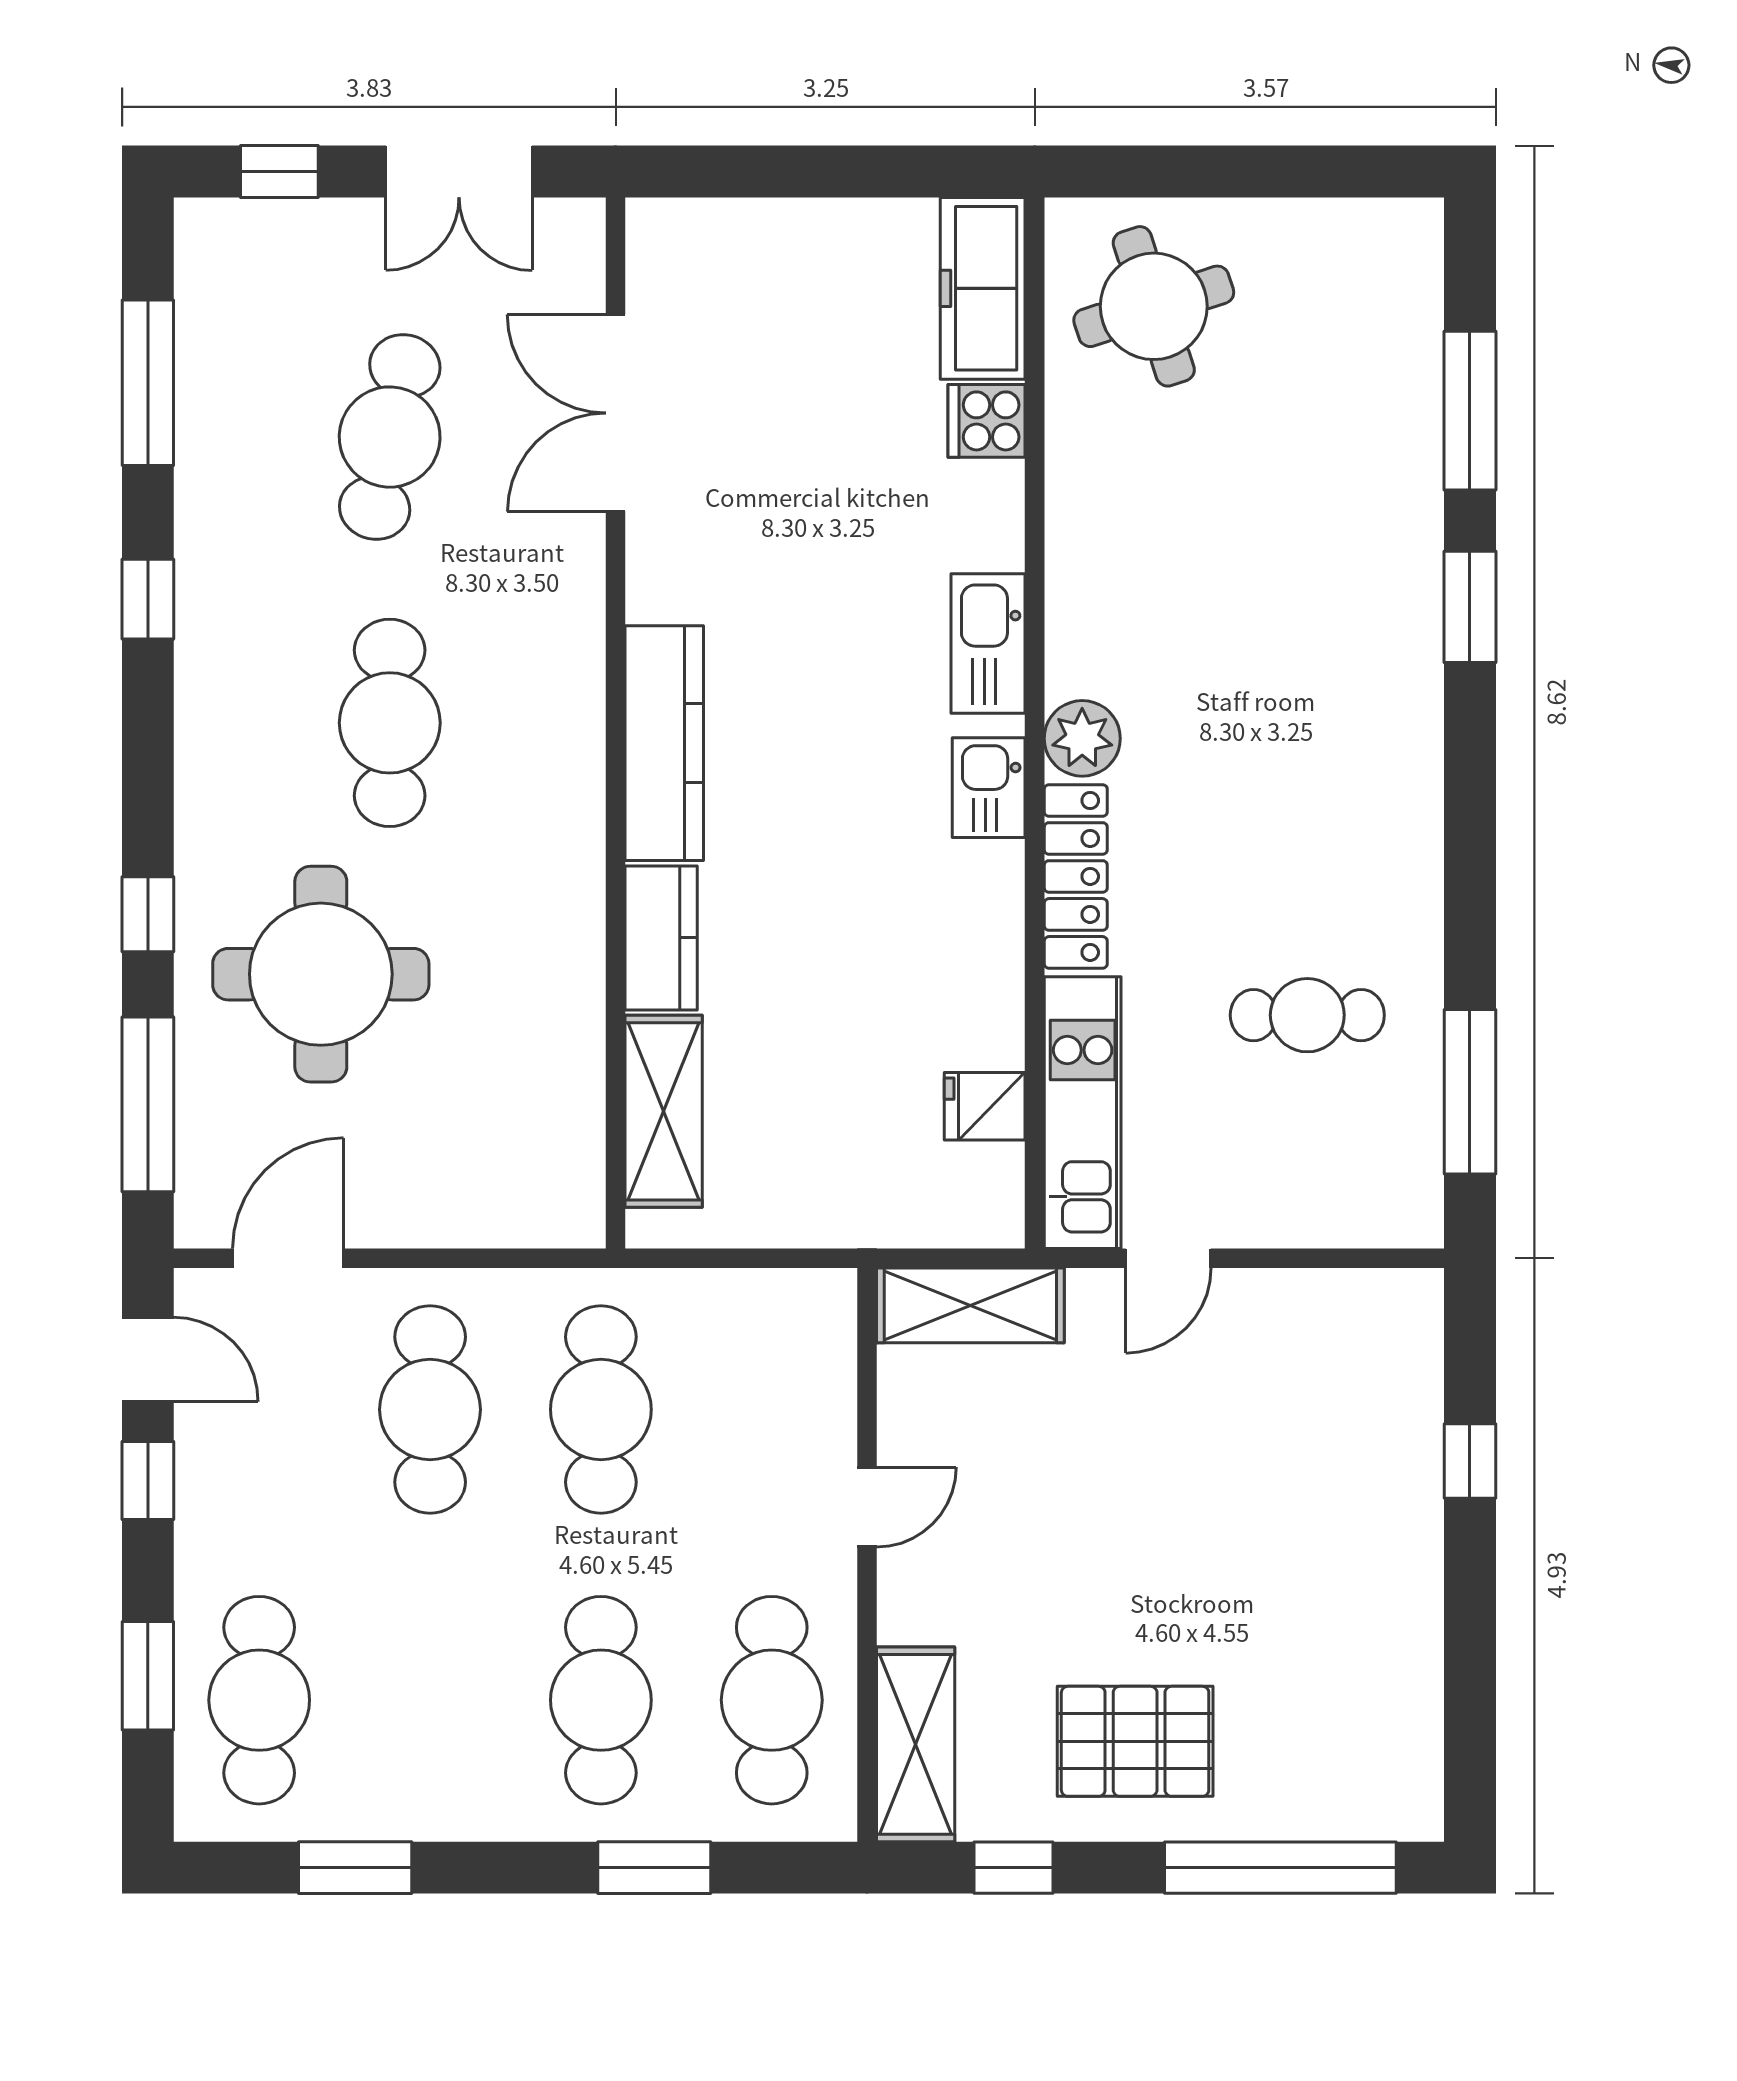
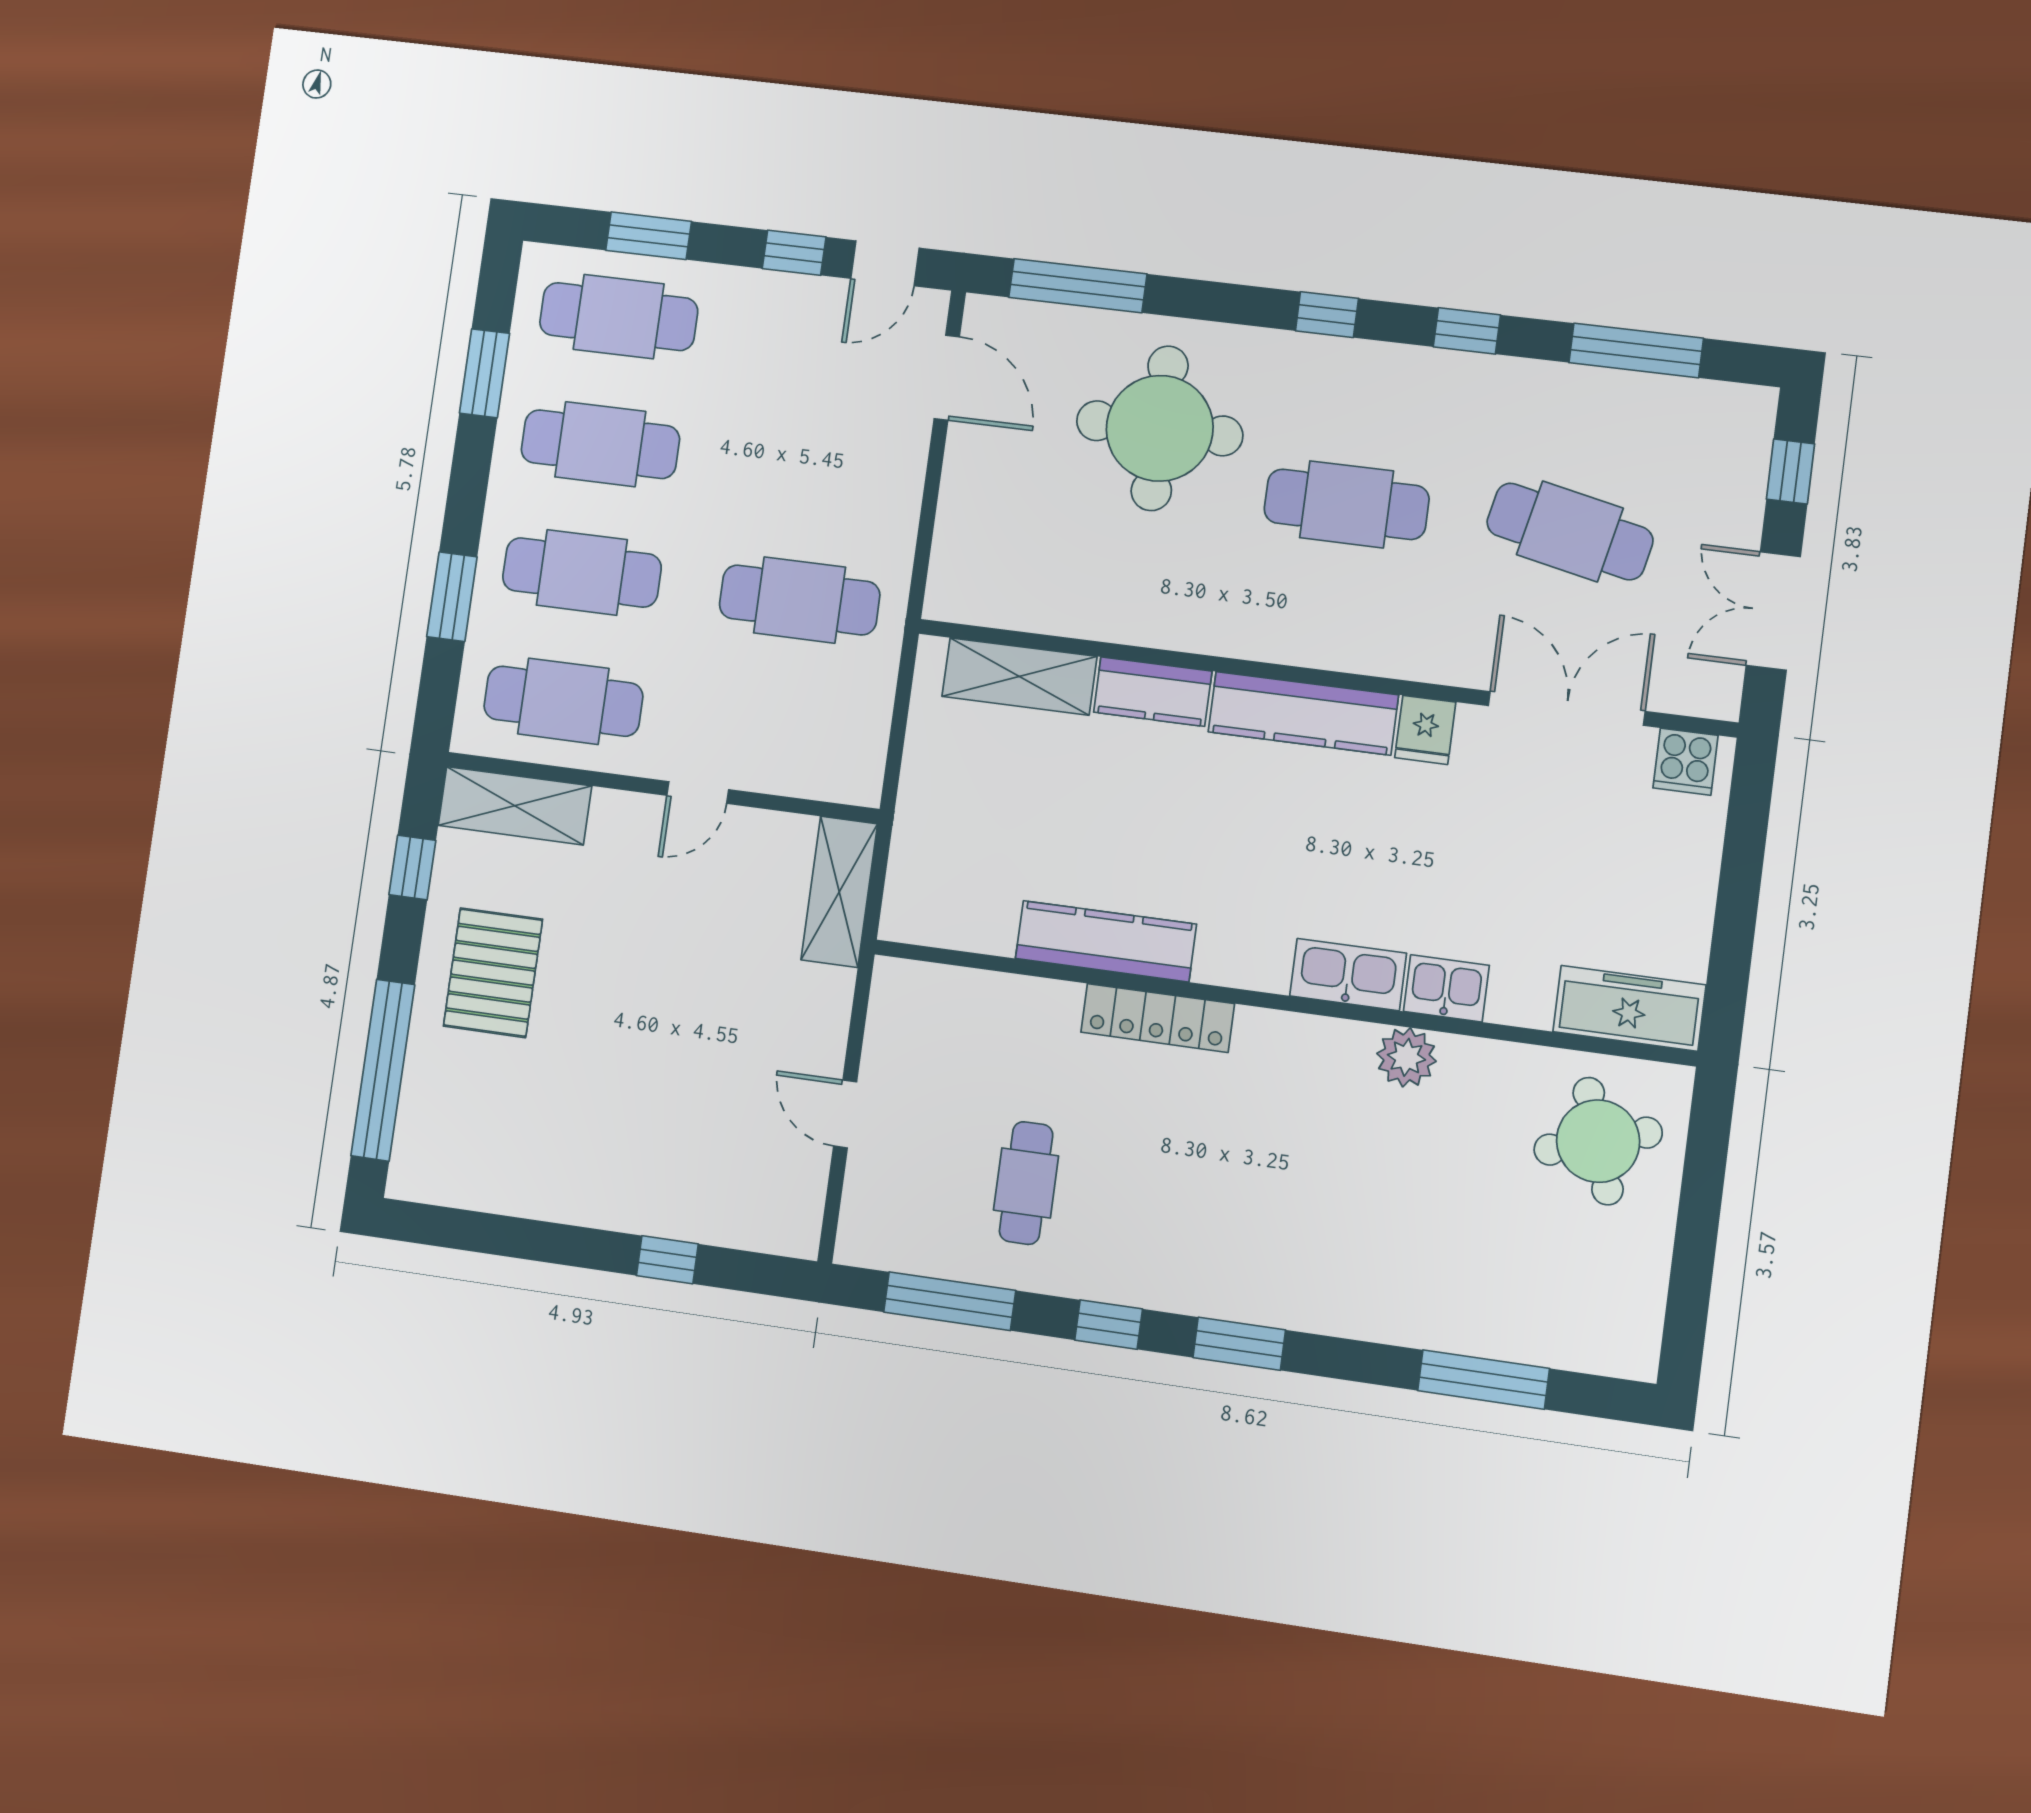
cooker: (987, 421) -> (1686, 762), moved, turned 180
window: (1470, 607) -> (1239, 1344), moved
plant: (1082, 738) -> (1406, 1057), moved
kitchen sink: (989, 788) -> (1446, 988), moved
window: (1470, 887) -> (1109, 1325), added
window: (148, 914) -> (1327, 315), moved
kitchen counter: (988, 955) -> (1106, 941), added
fridge: (985, 1106) -> (1425, 730), moved, turned 180
kitchen unit: (1083, 1113) -> (975, 998), removed
door: (1168, 1258) -> (845, 1114), moved
cafe table: (430, 1410) -> (600, 444), moved
door: (867, 1507) -> (698, 792), hinge flipped

